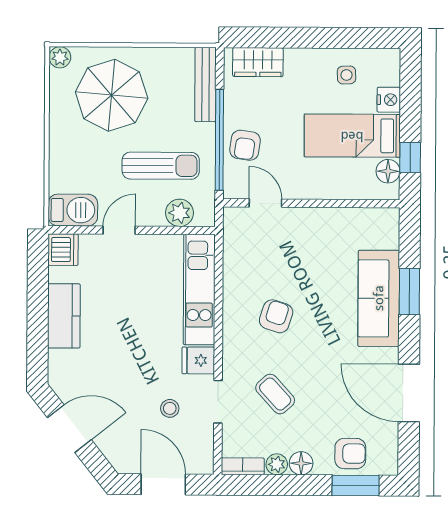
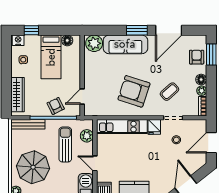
wardrobe: (258, 62) -> (18, 95), width x1.50
nightstand: (389, 100) -> (18, 40), moved
armchair: (245, 145) -> (56, 106), turned -124
window: (410, 158) -> (31, 30), moved
plant: (381, 230) -> (94, 43), added
window: (409, 292) -> (137, 30), moved
armchair: (276, 316) -> (134, 91), width x1.88, depth x1.88

